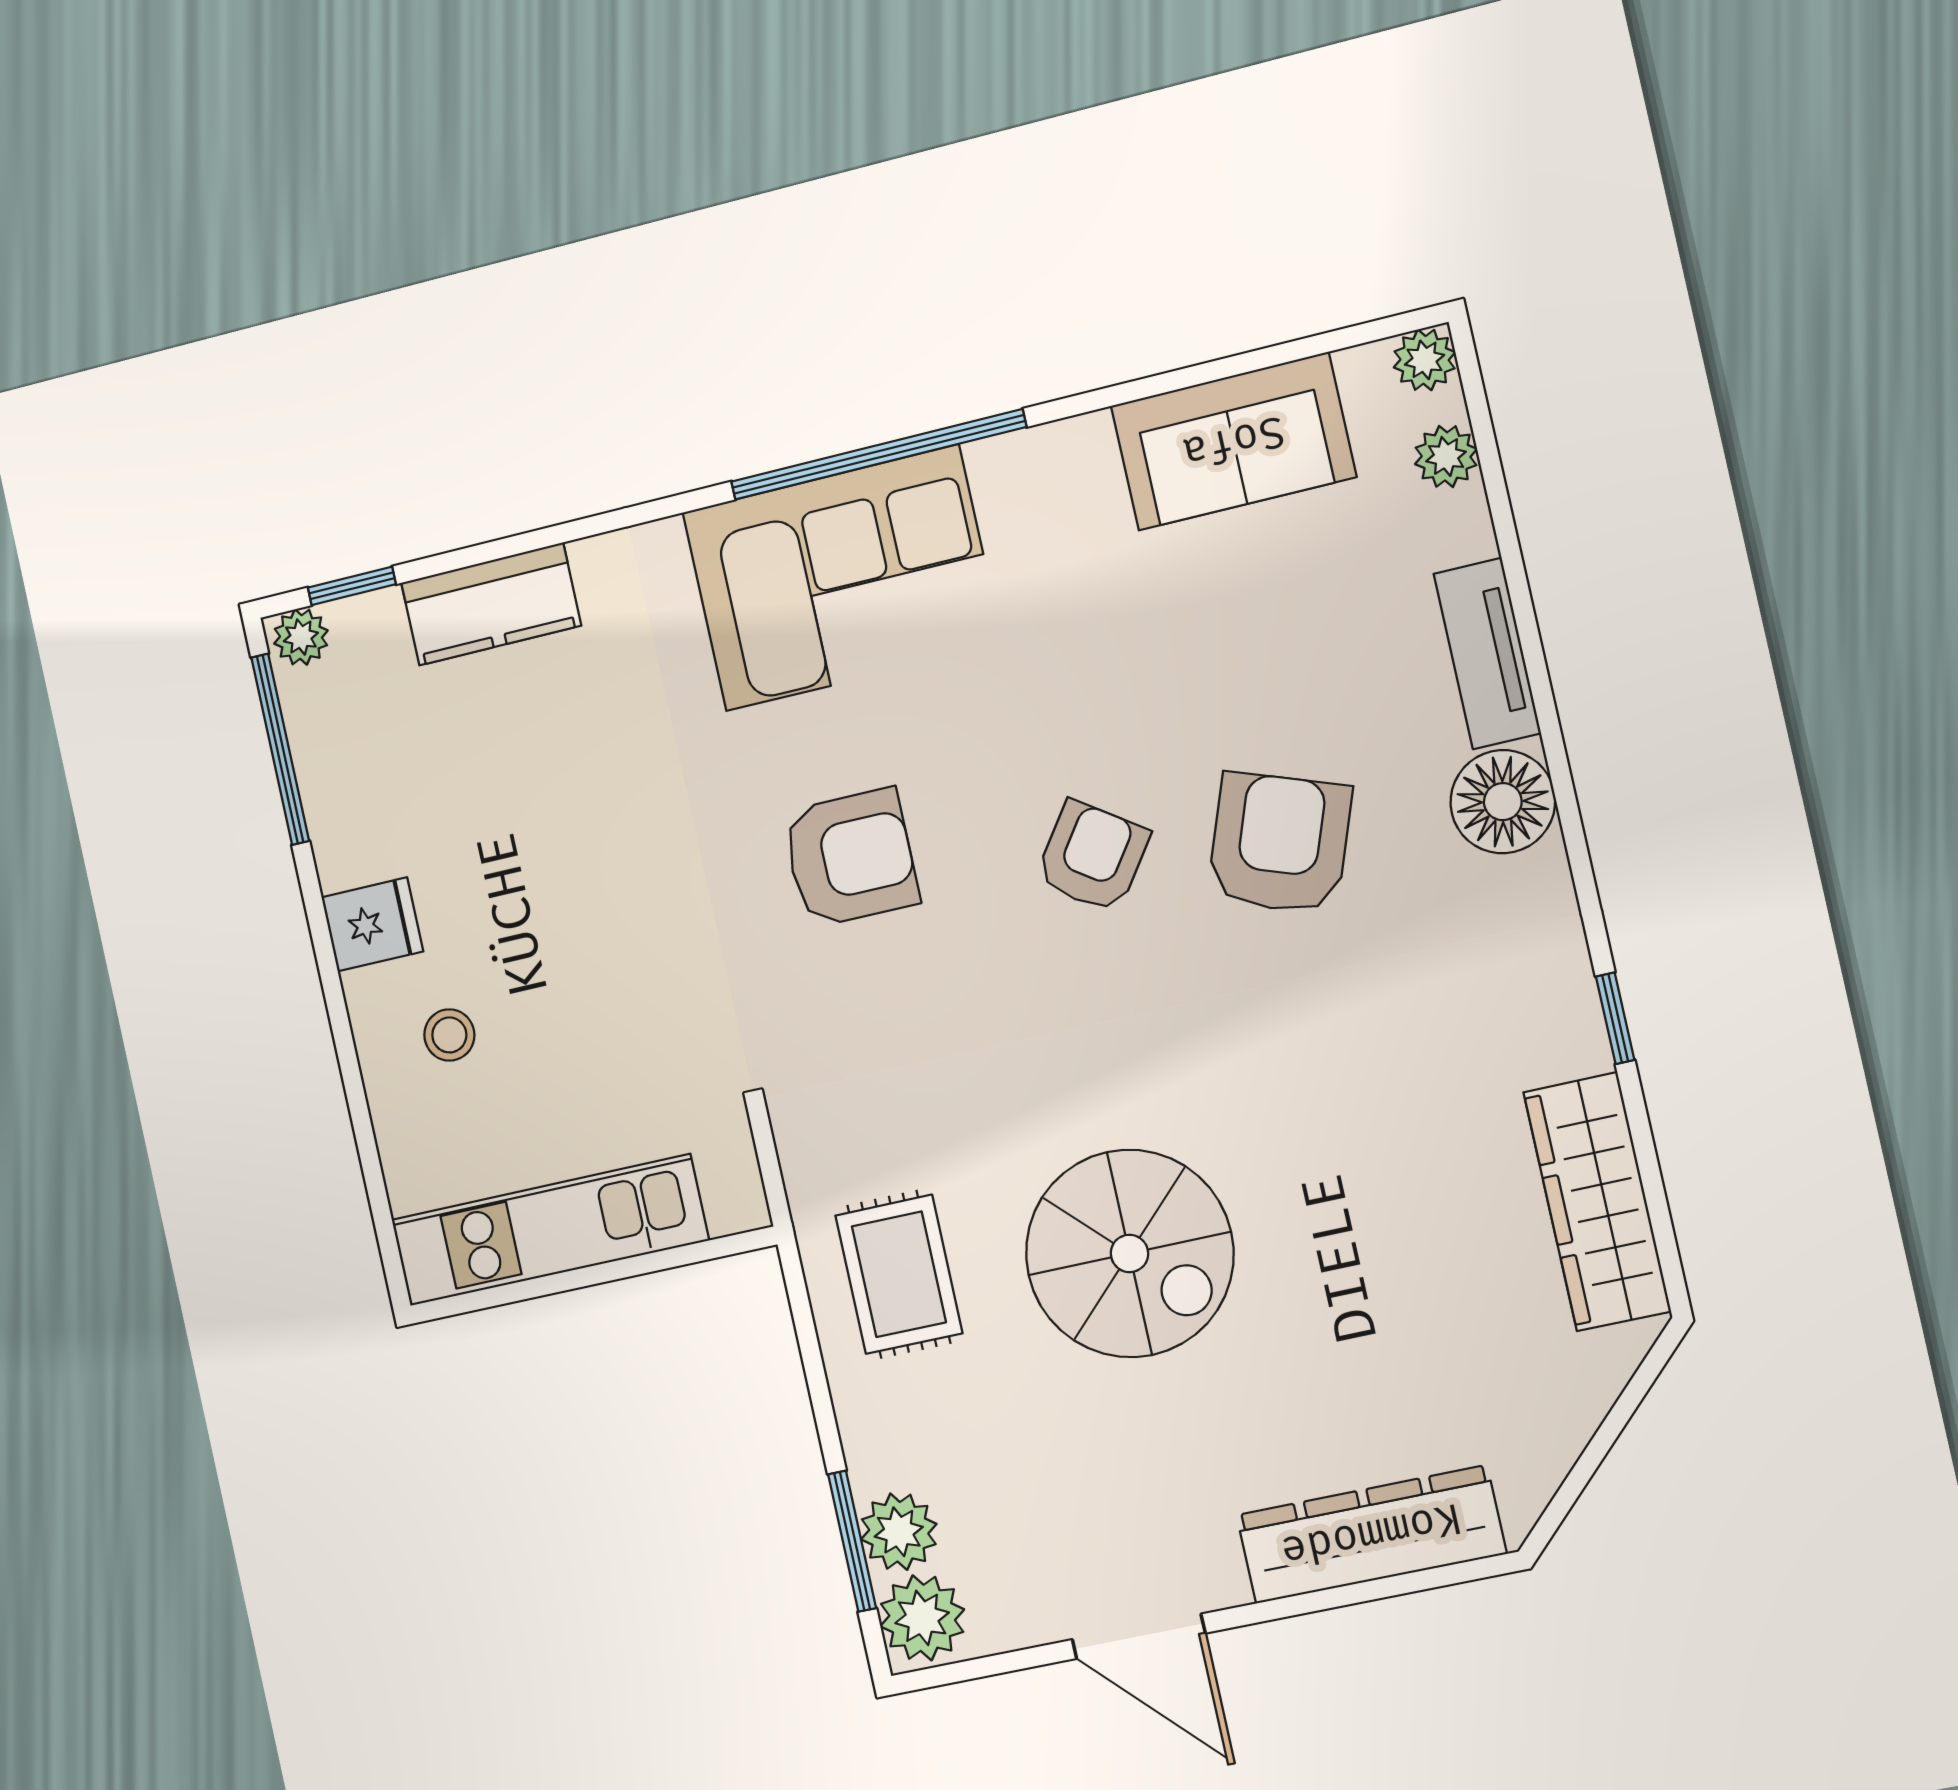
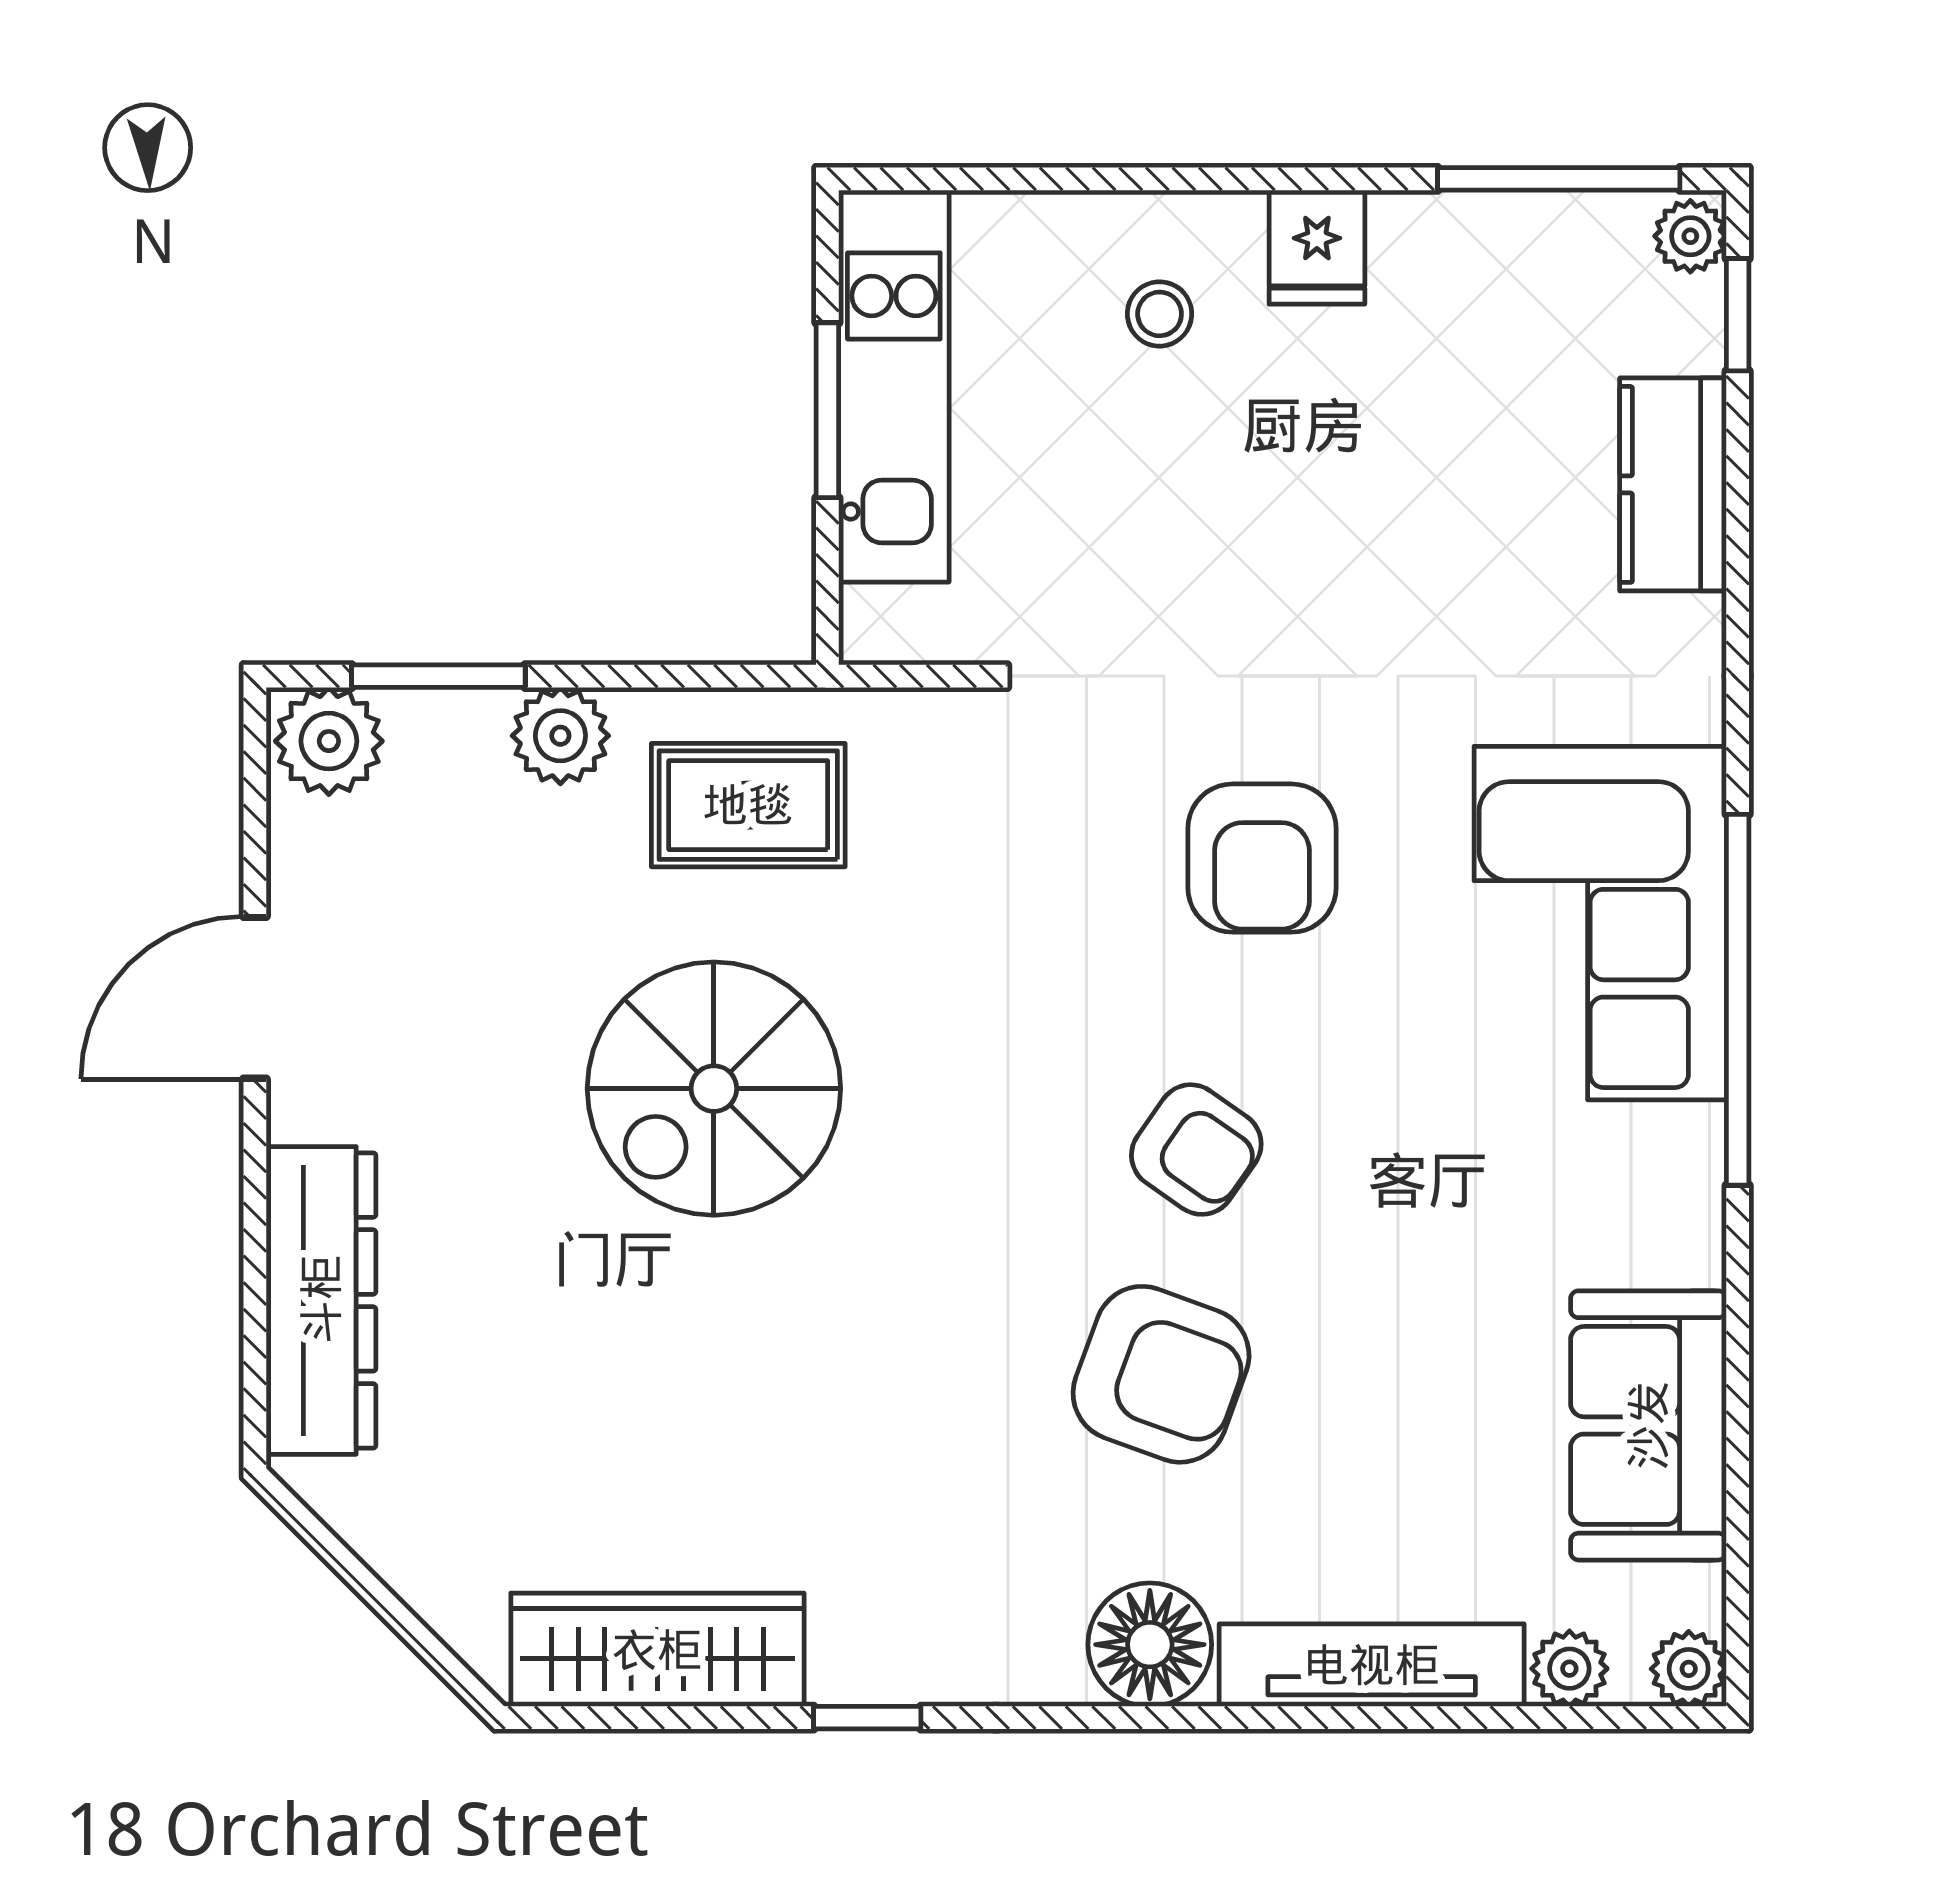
tv unit: (1487, 653) -> (1372, 1665), width x1.41
window: (579, 1278) -> (827, 410), added
plant: (899, 1532) -> (560, 736), moved

